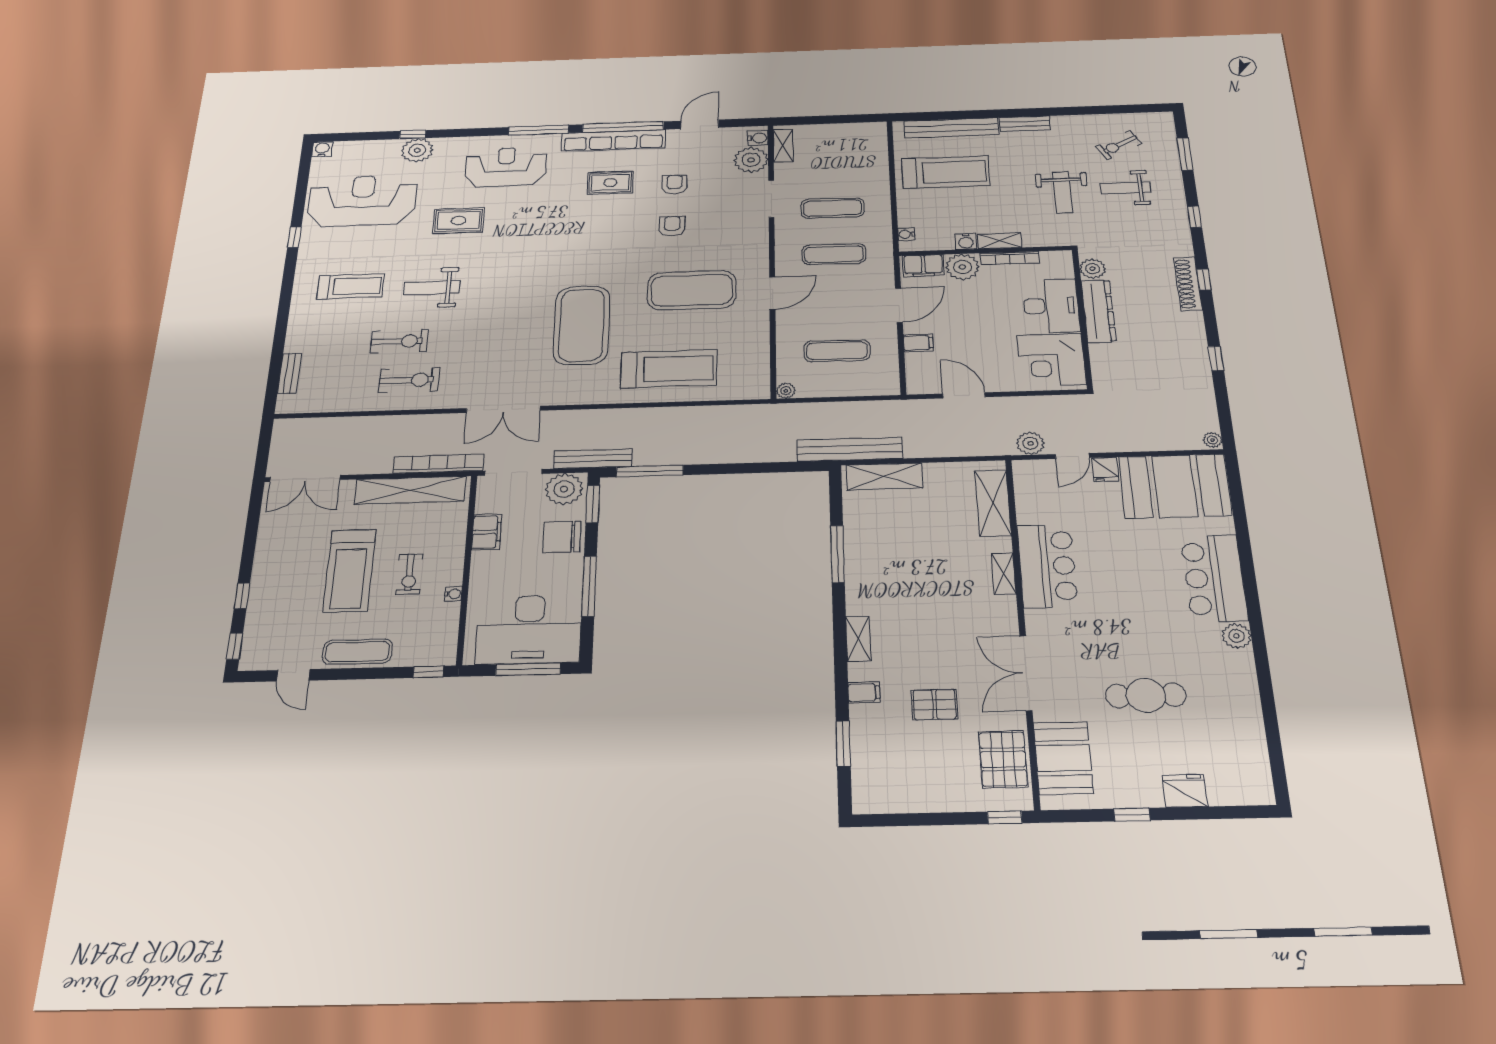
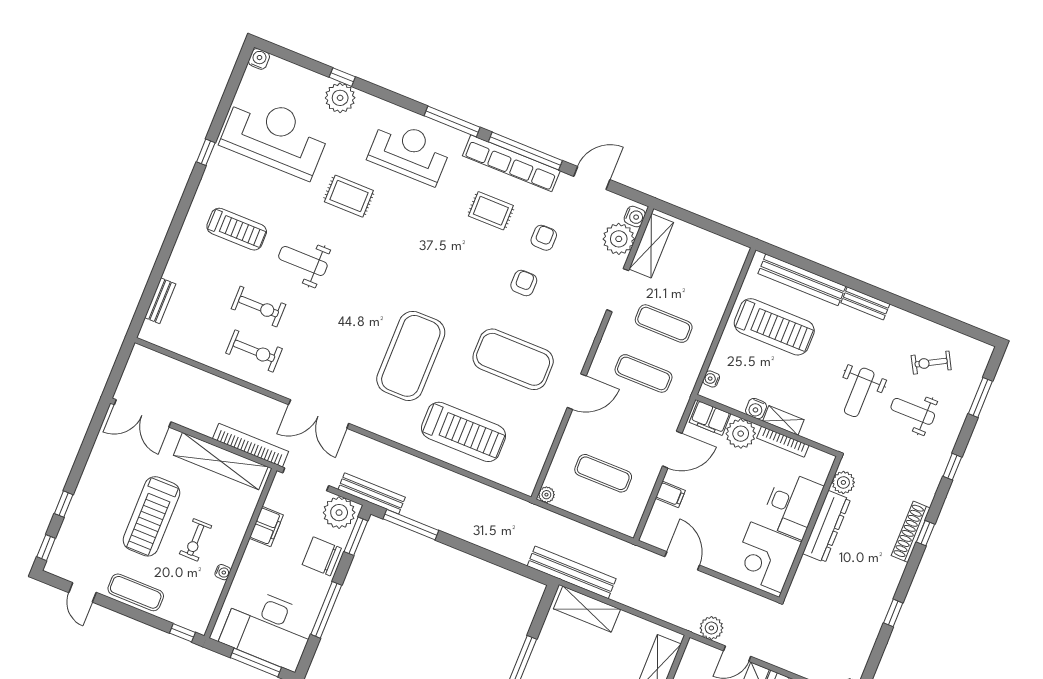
shelving: (783, 146) -> (651, 246), width x1.50, depth x1.33

